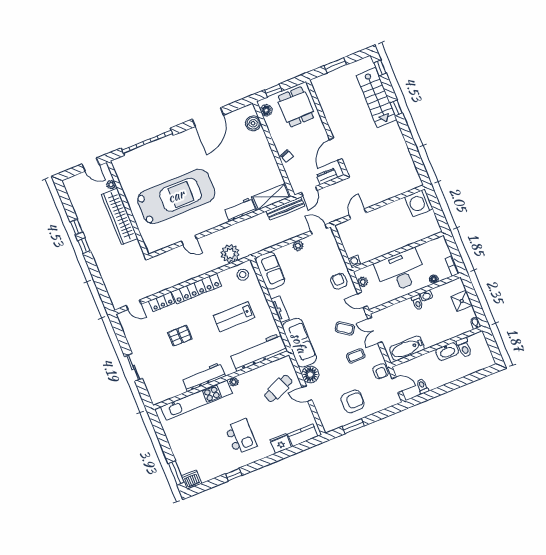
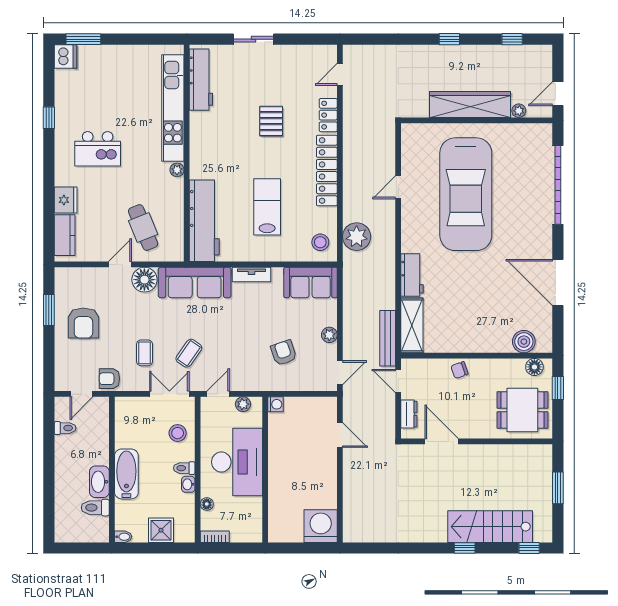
window: (76, 227) -> (512, 39), moved
armchair: (339, 281) -> (284, 353), moved, turned -109
stool: (397, 315) -> (178, 433), added
bathtub: (407, 348) -> (126, 474), moved
workbench: (204, 377) -> (201, 80), moved

